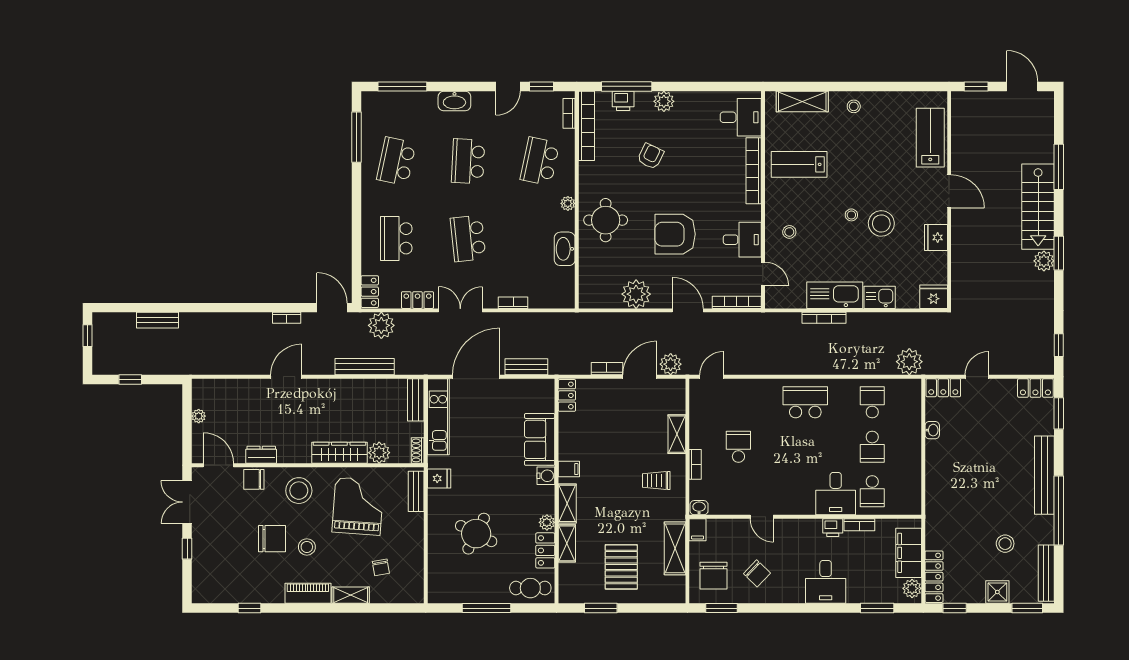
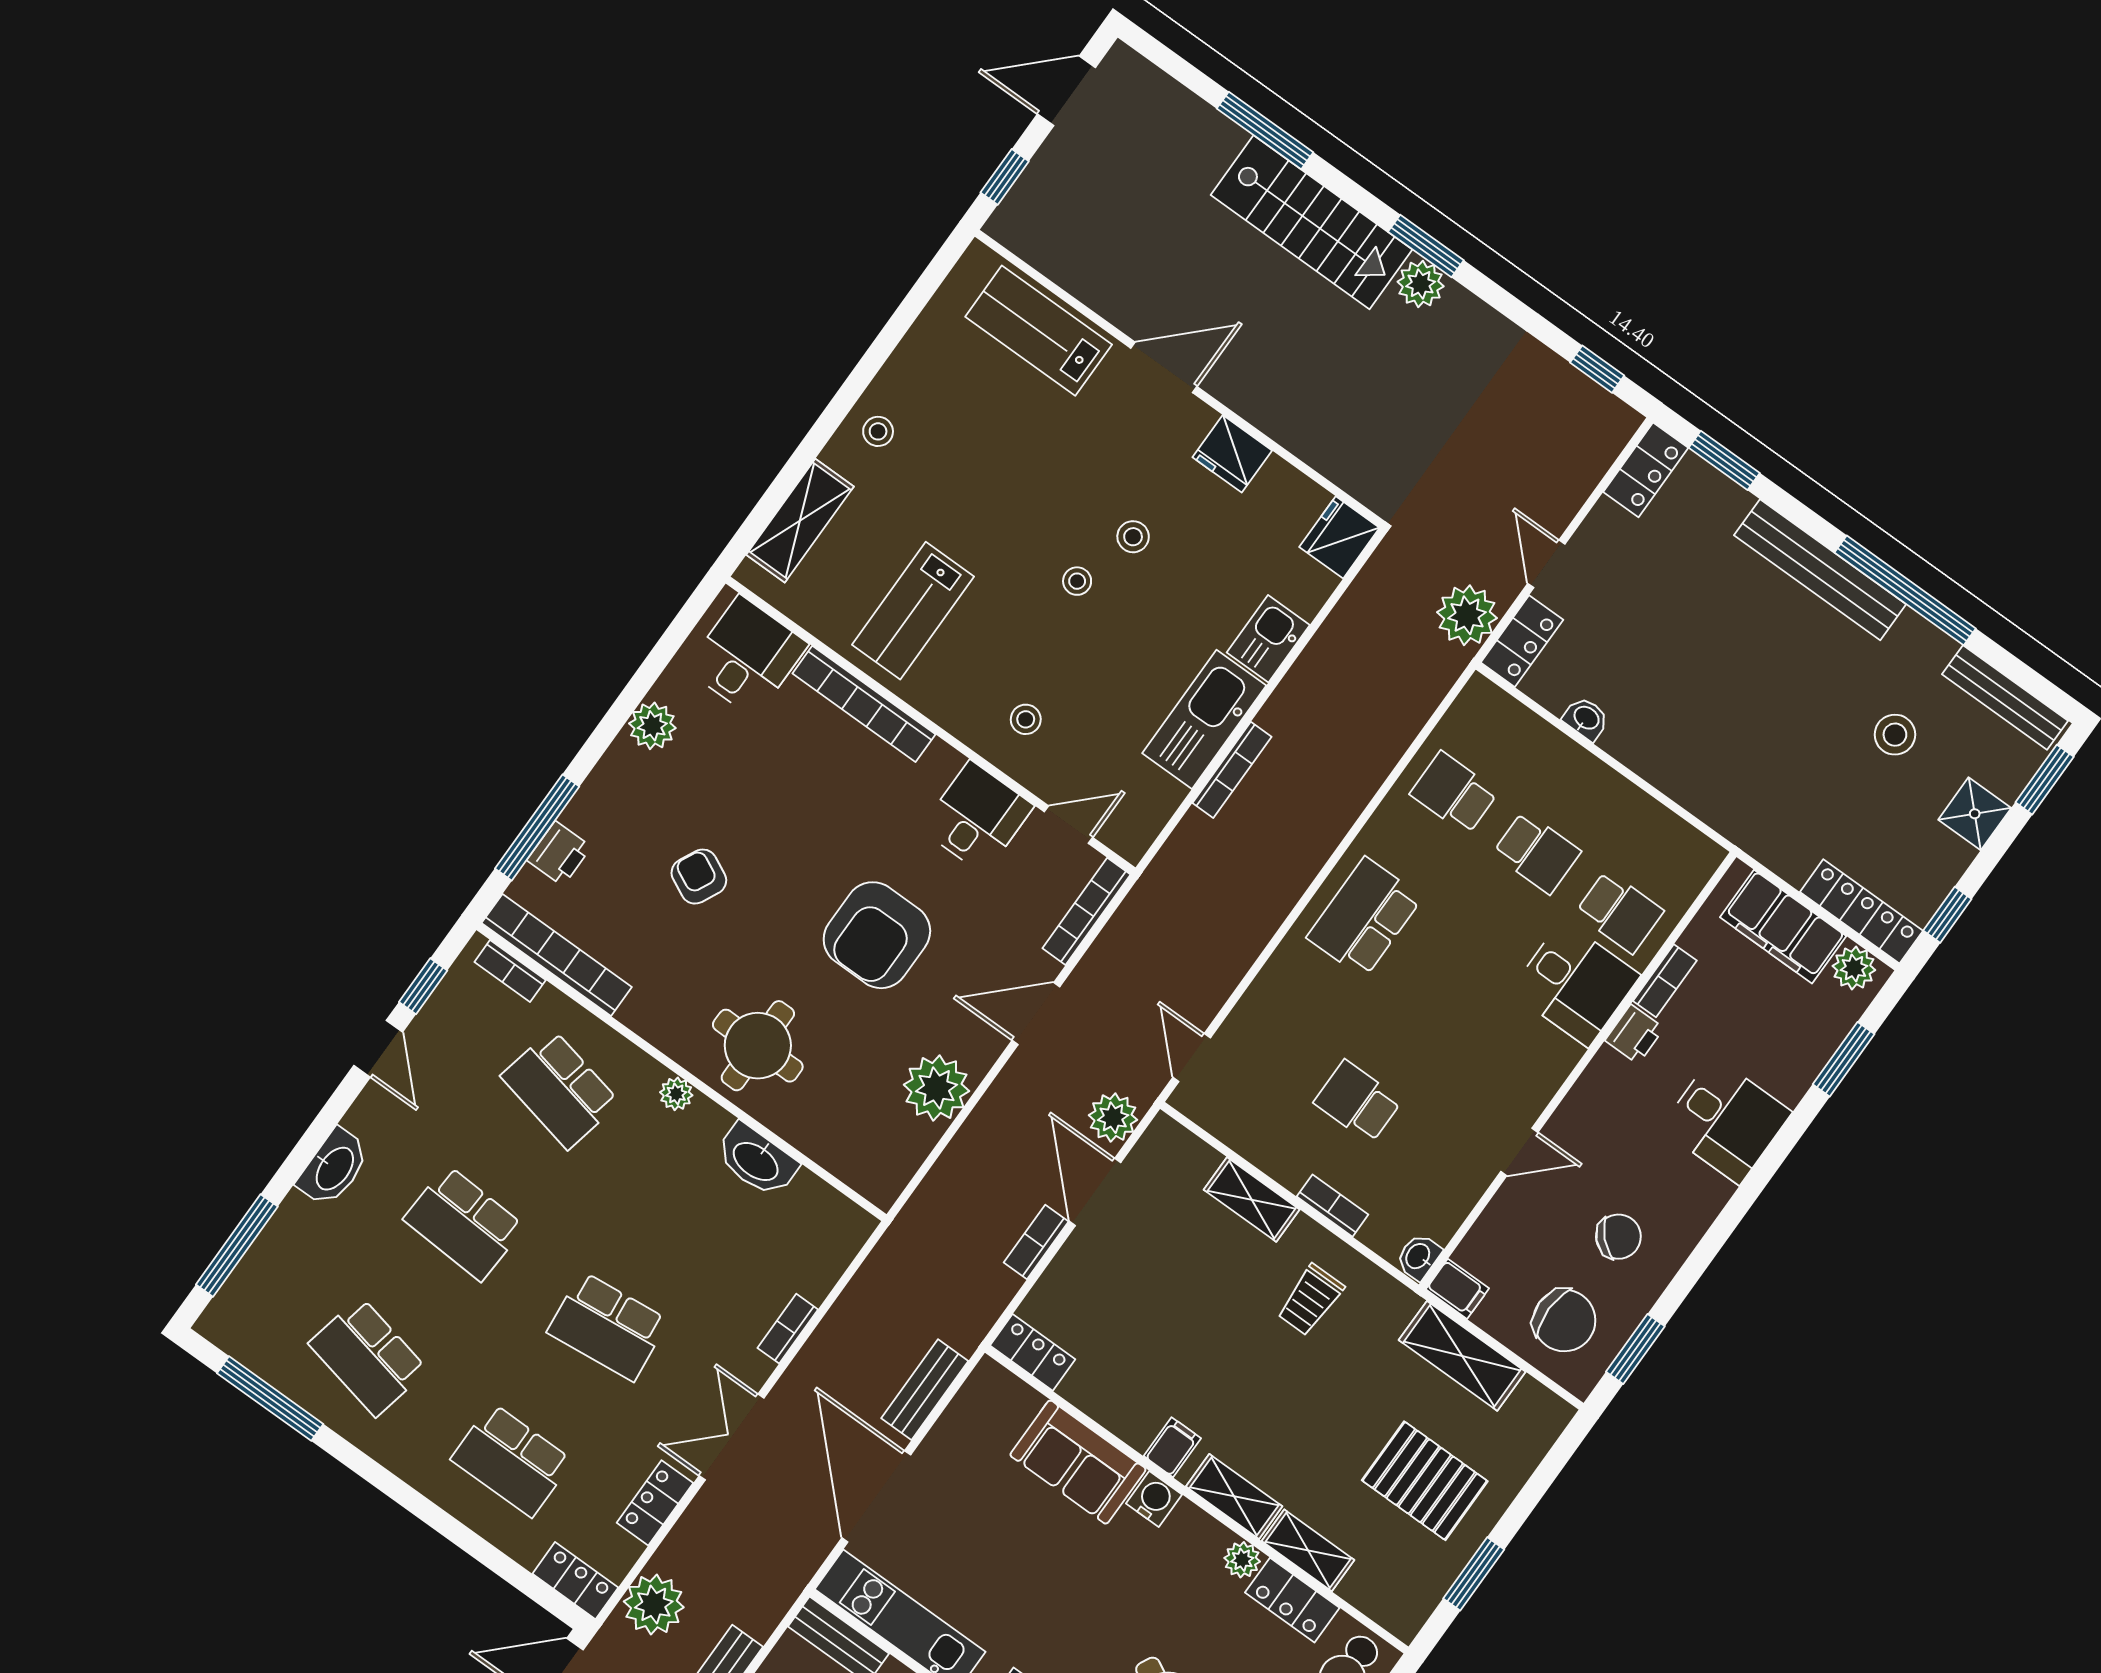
plant: (664, 101) -> (652, 726), moved
stool: (881, 223) -> (1133, 537), width x0.53, depth x0.53
plant: (909, 362) -> (1467, 615), moved

